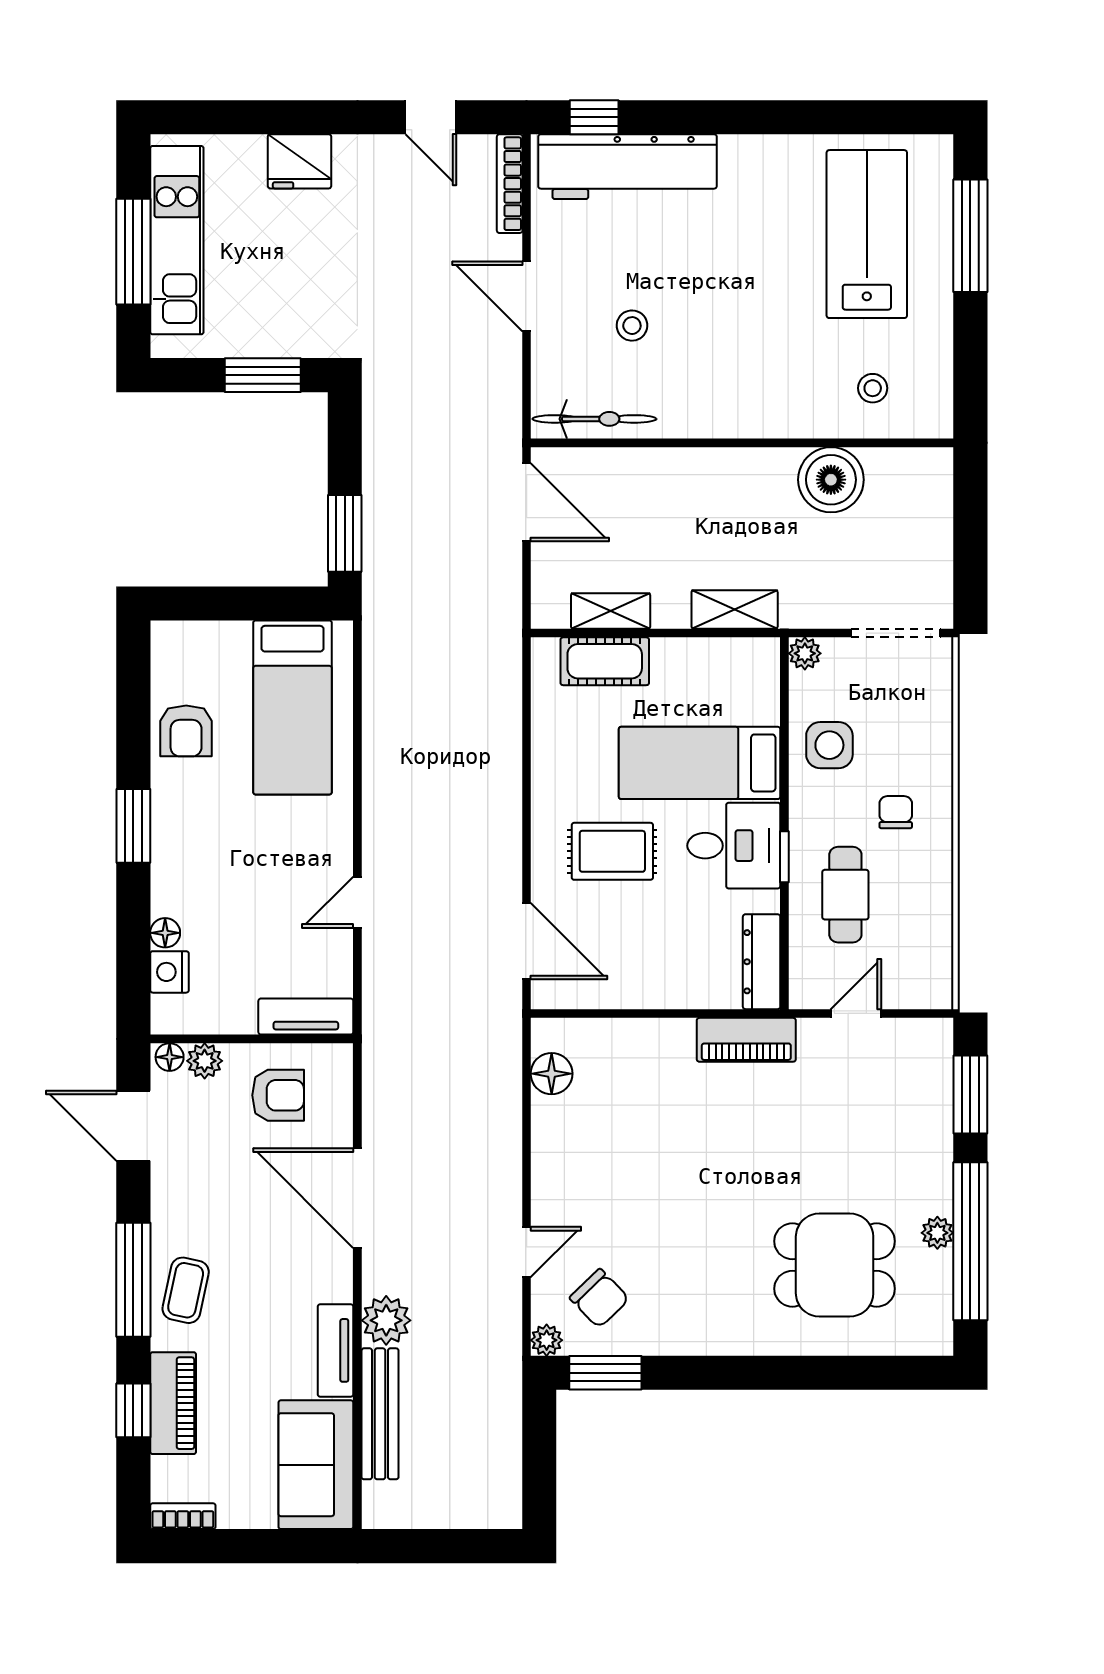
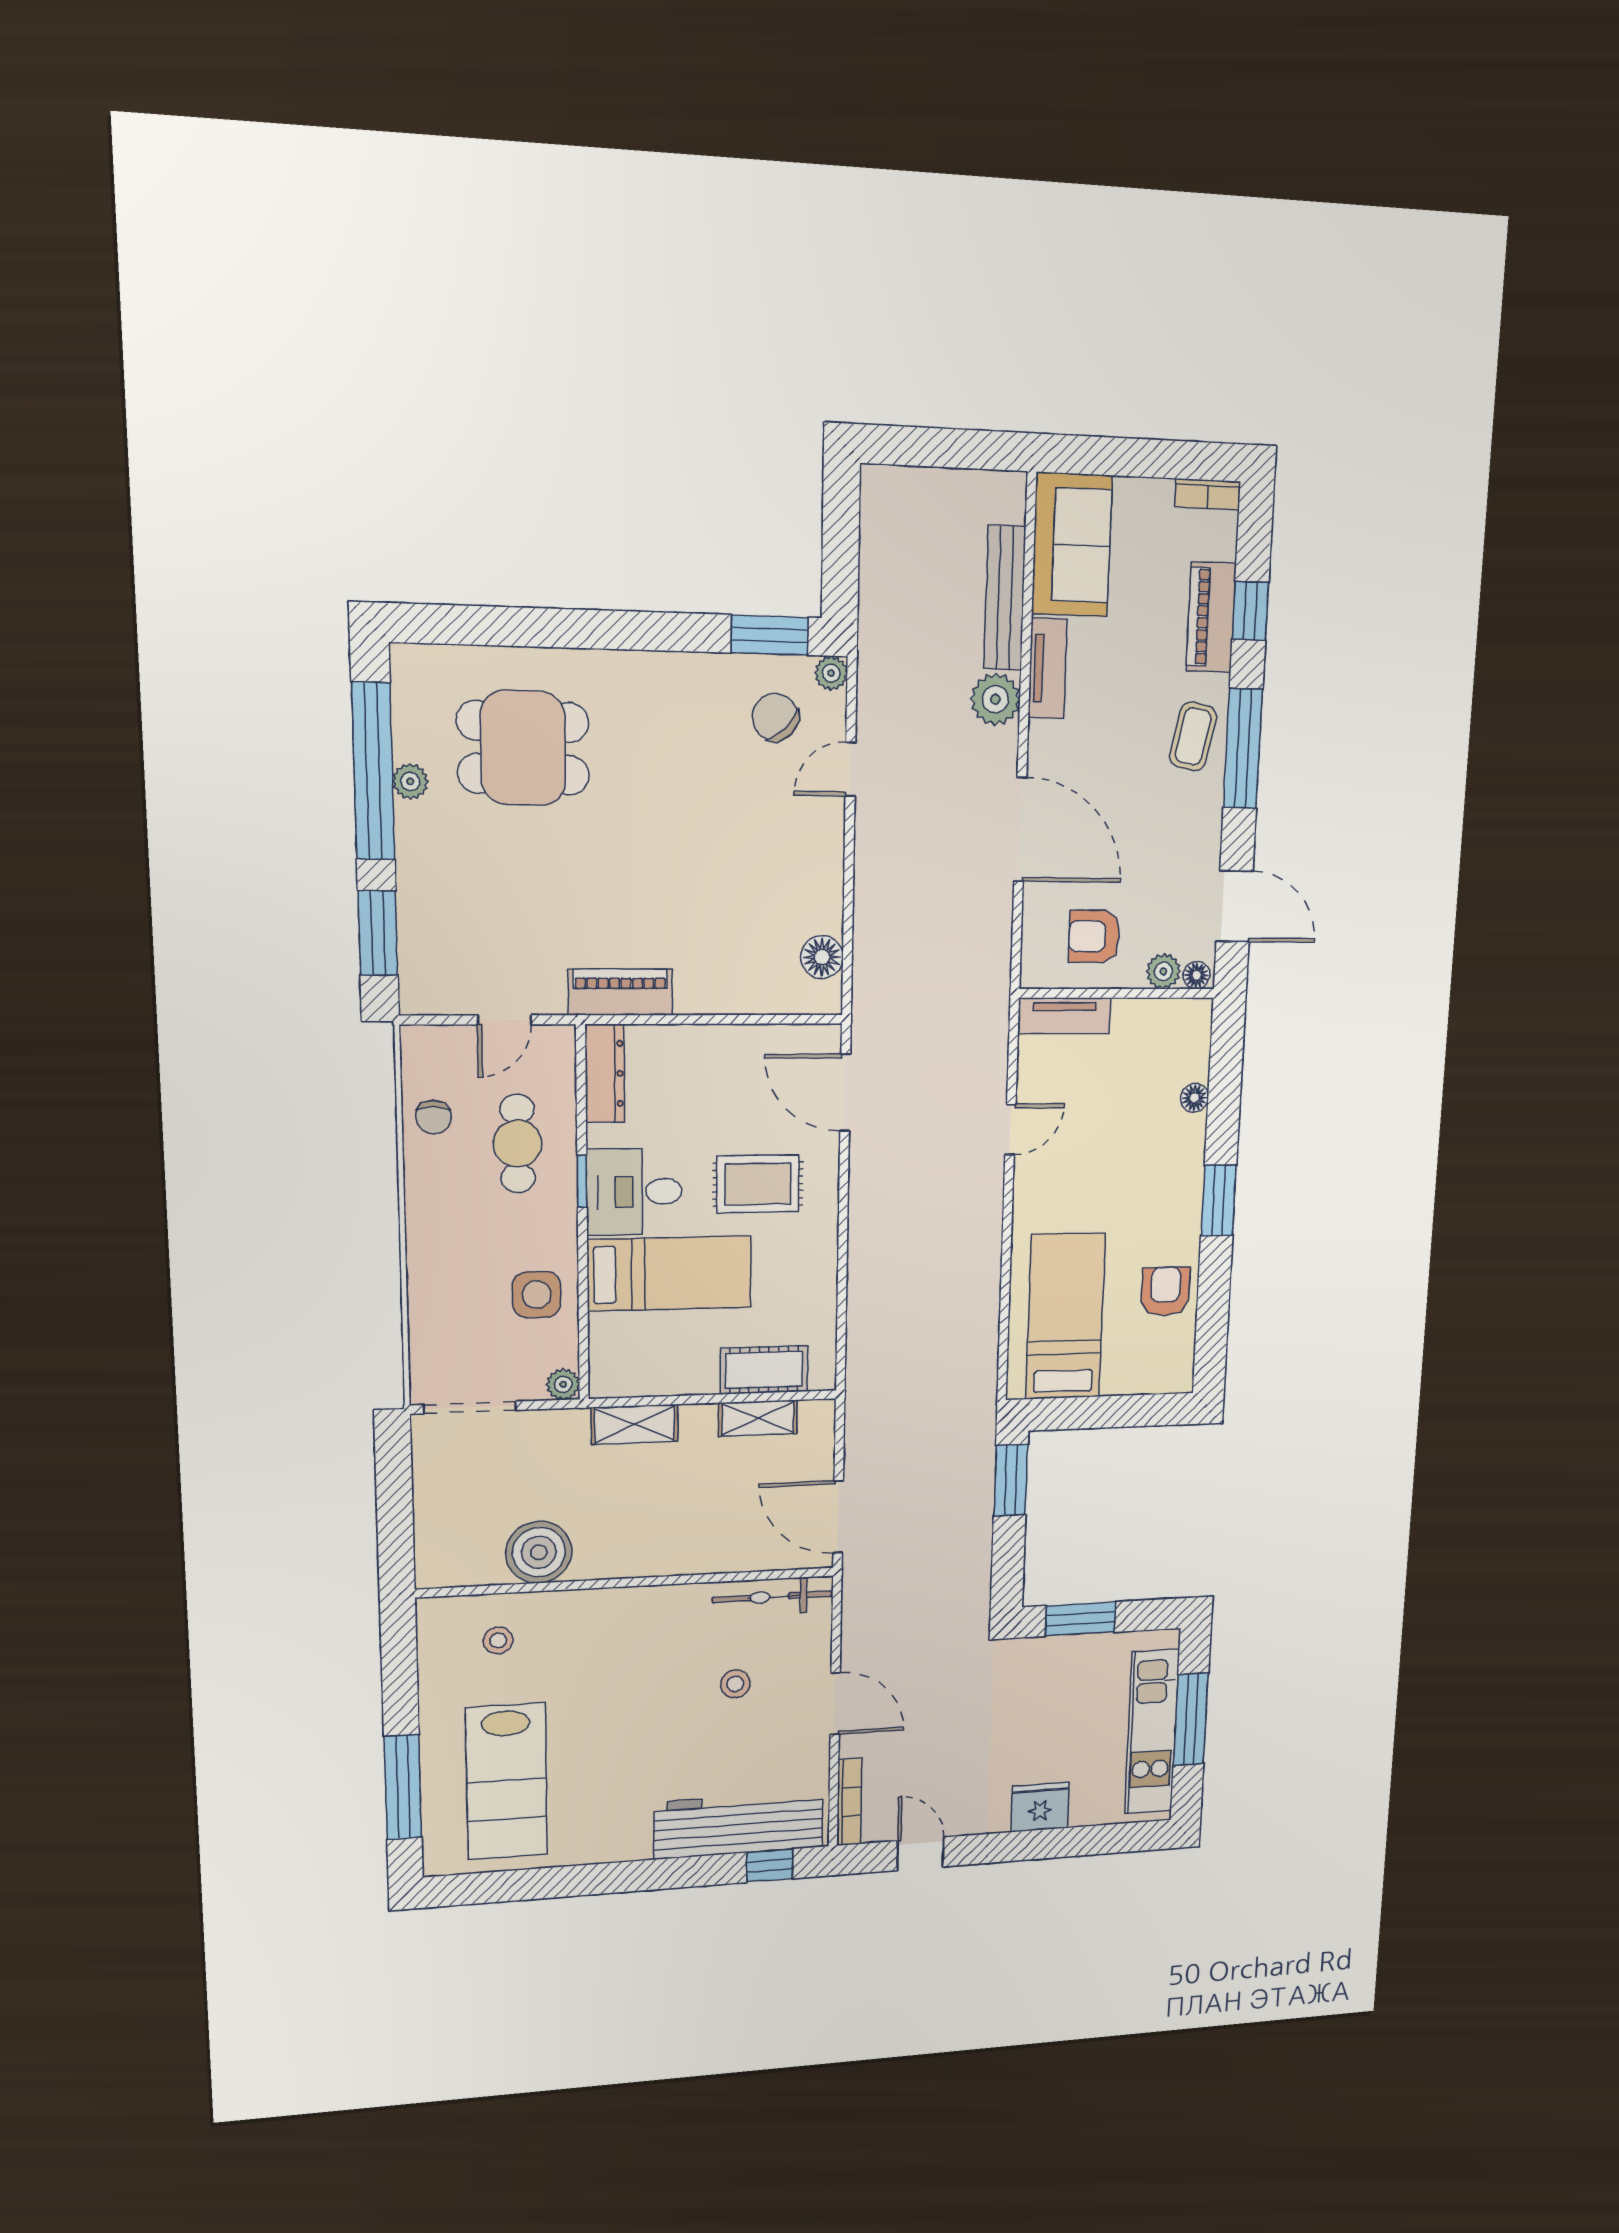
chair: (896, 812) -> (433, 1117), moved
nightstand: (169, 972) -> (1192, 1060), removed

